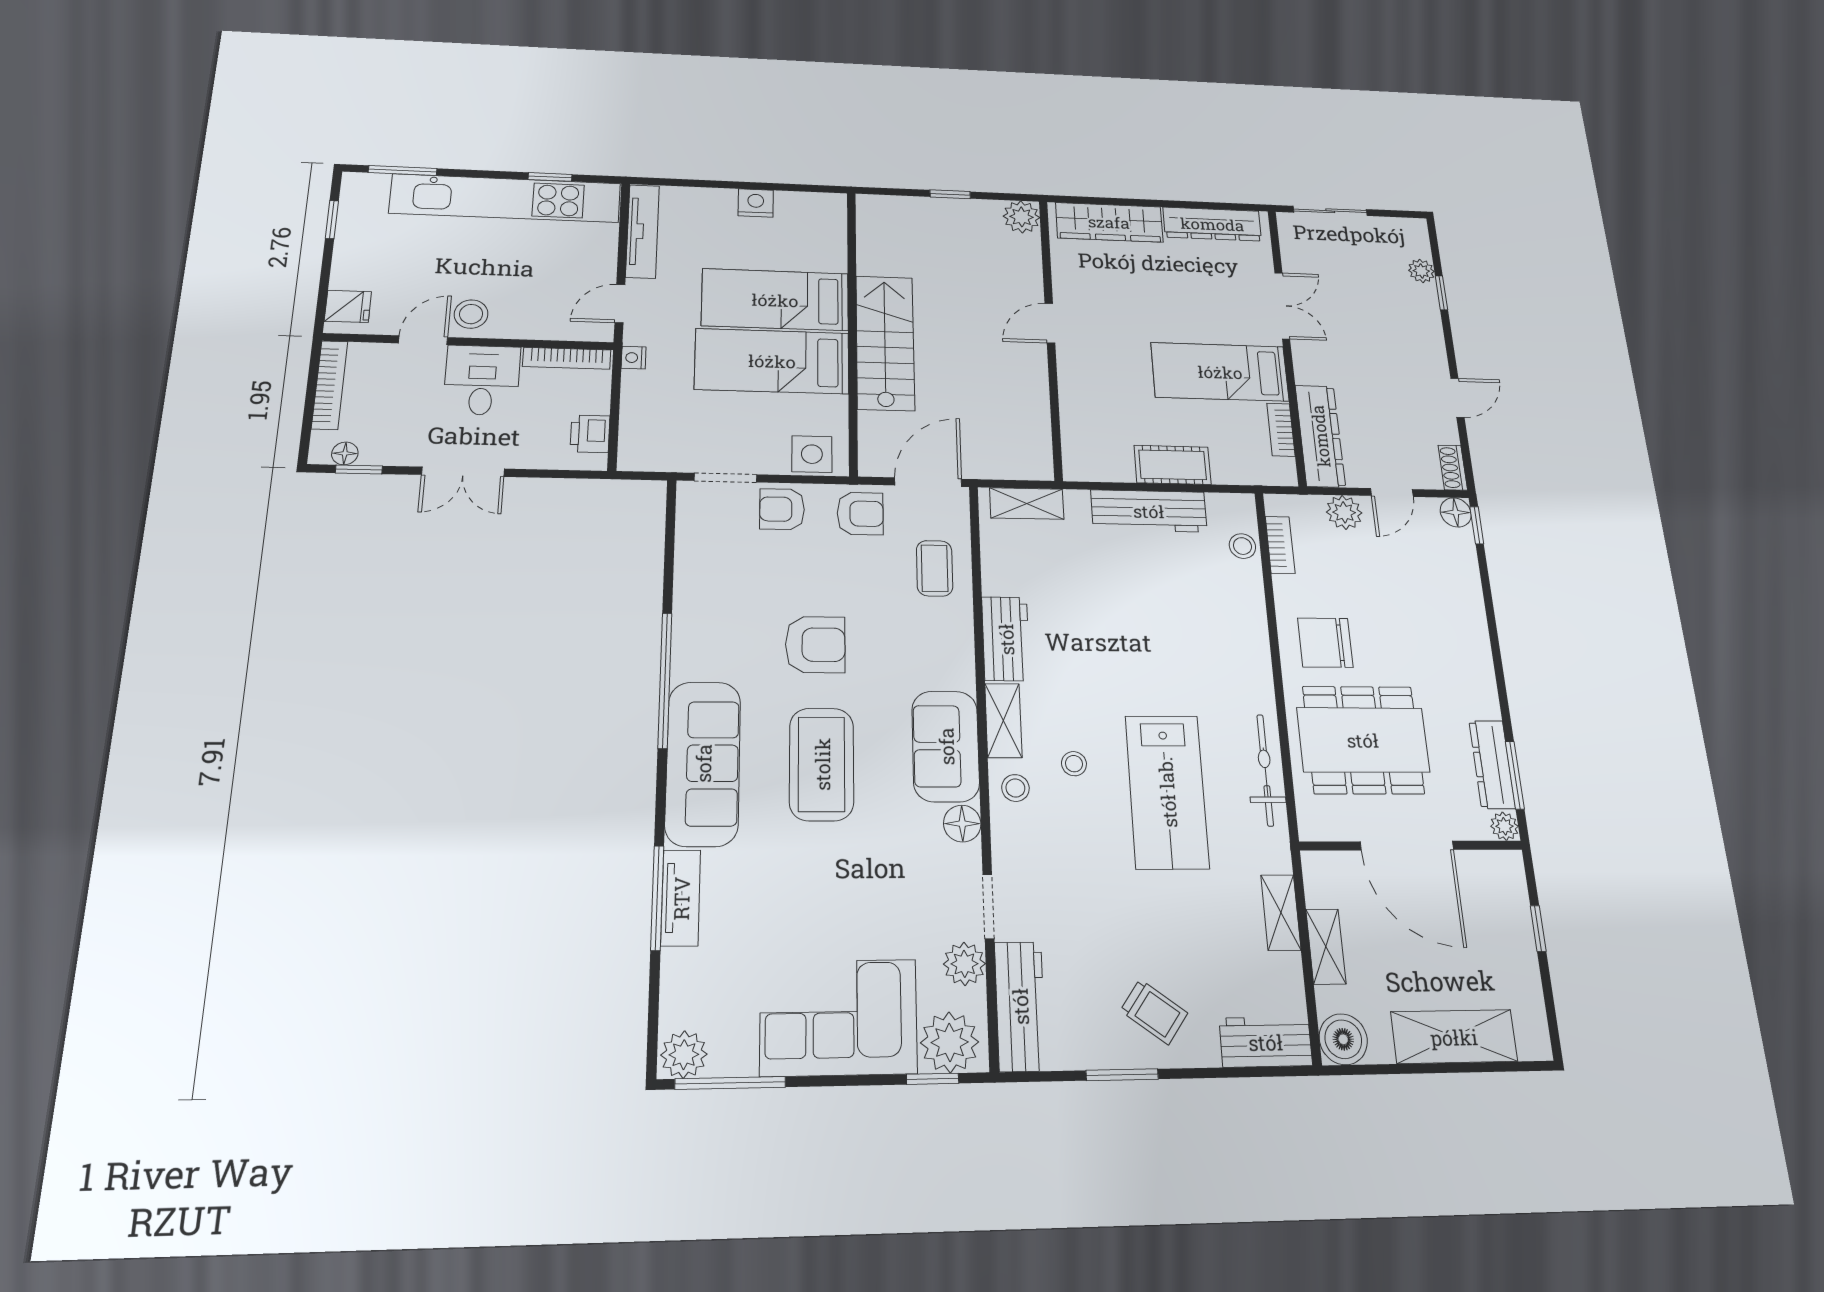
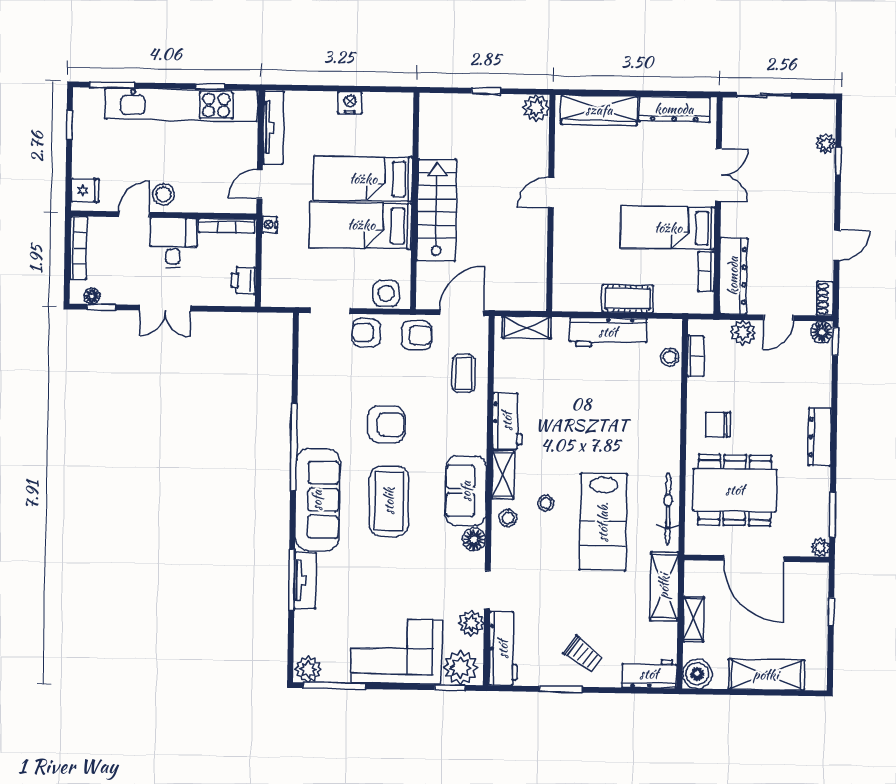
chair: (1325, 643) -> (718, 425), width x0.73, depth x0.73
dresser: (1492, 764) -> (820, 437), moved
shelving: (1281, 912) -> (664, 586), width x1.50, depth x1.33

